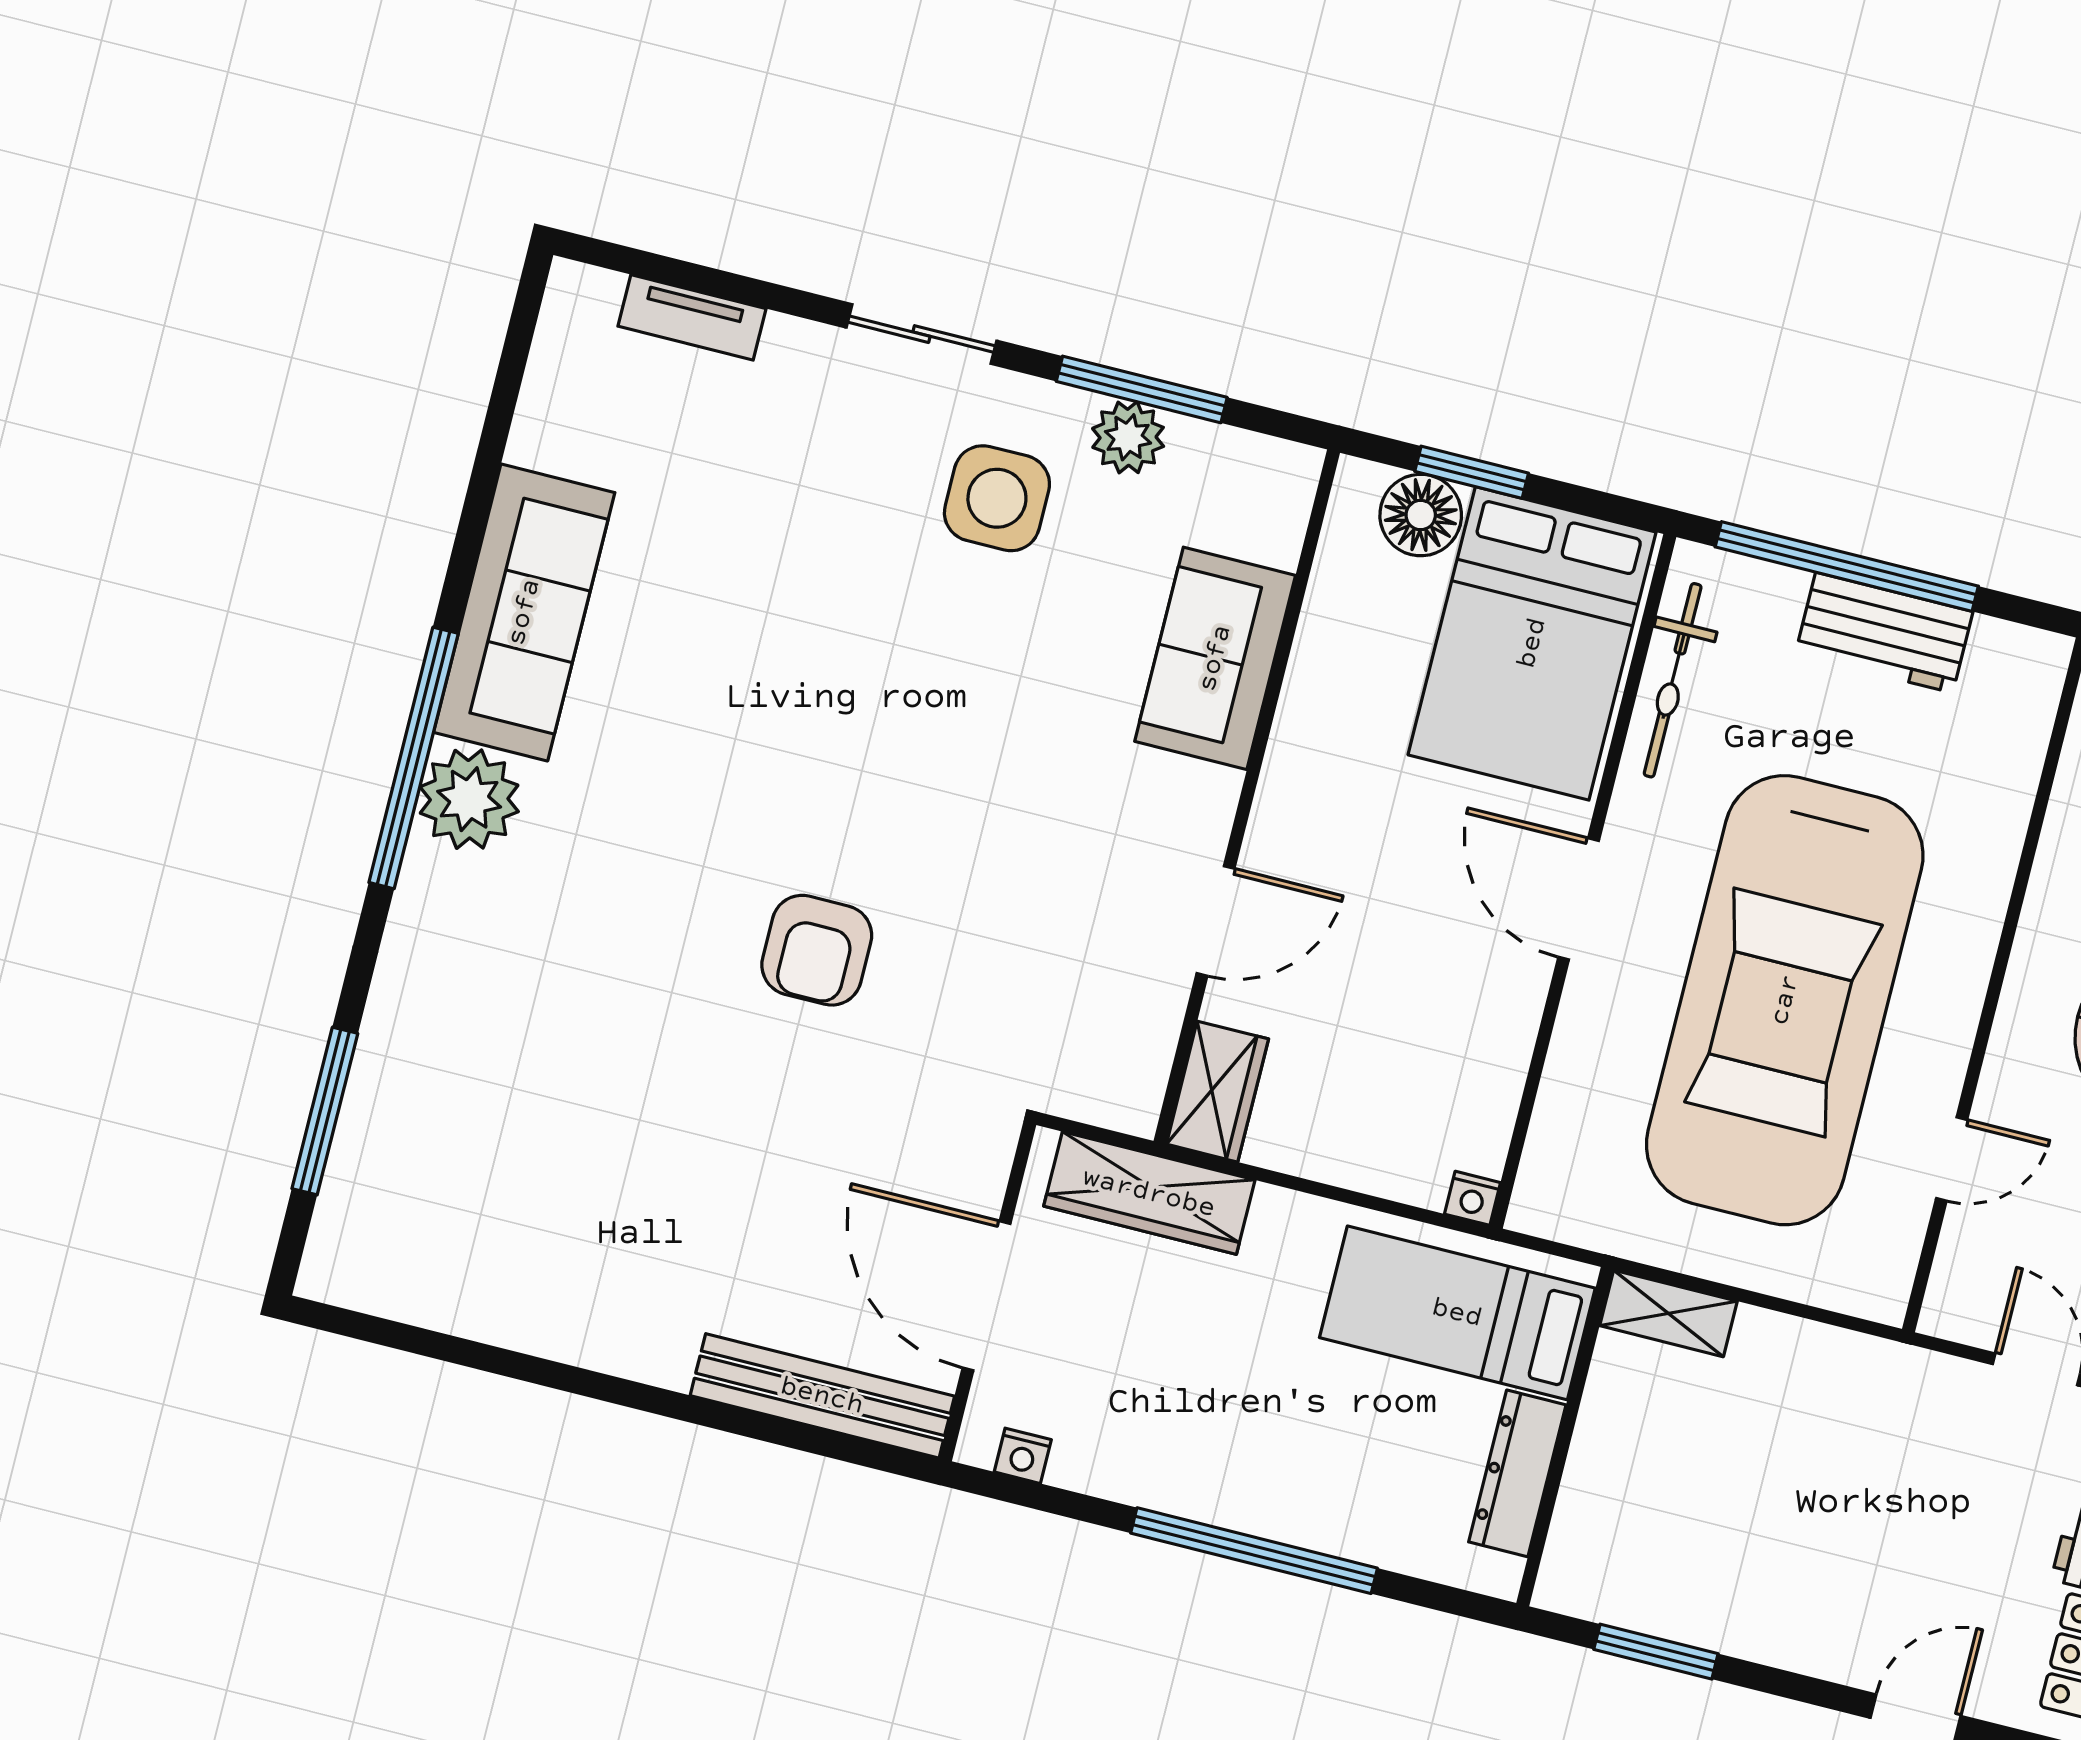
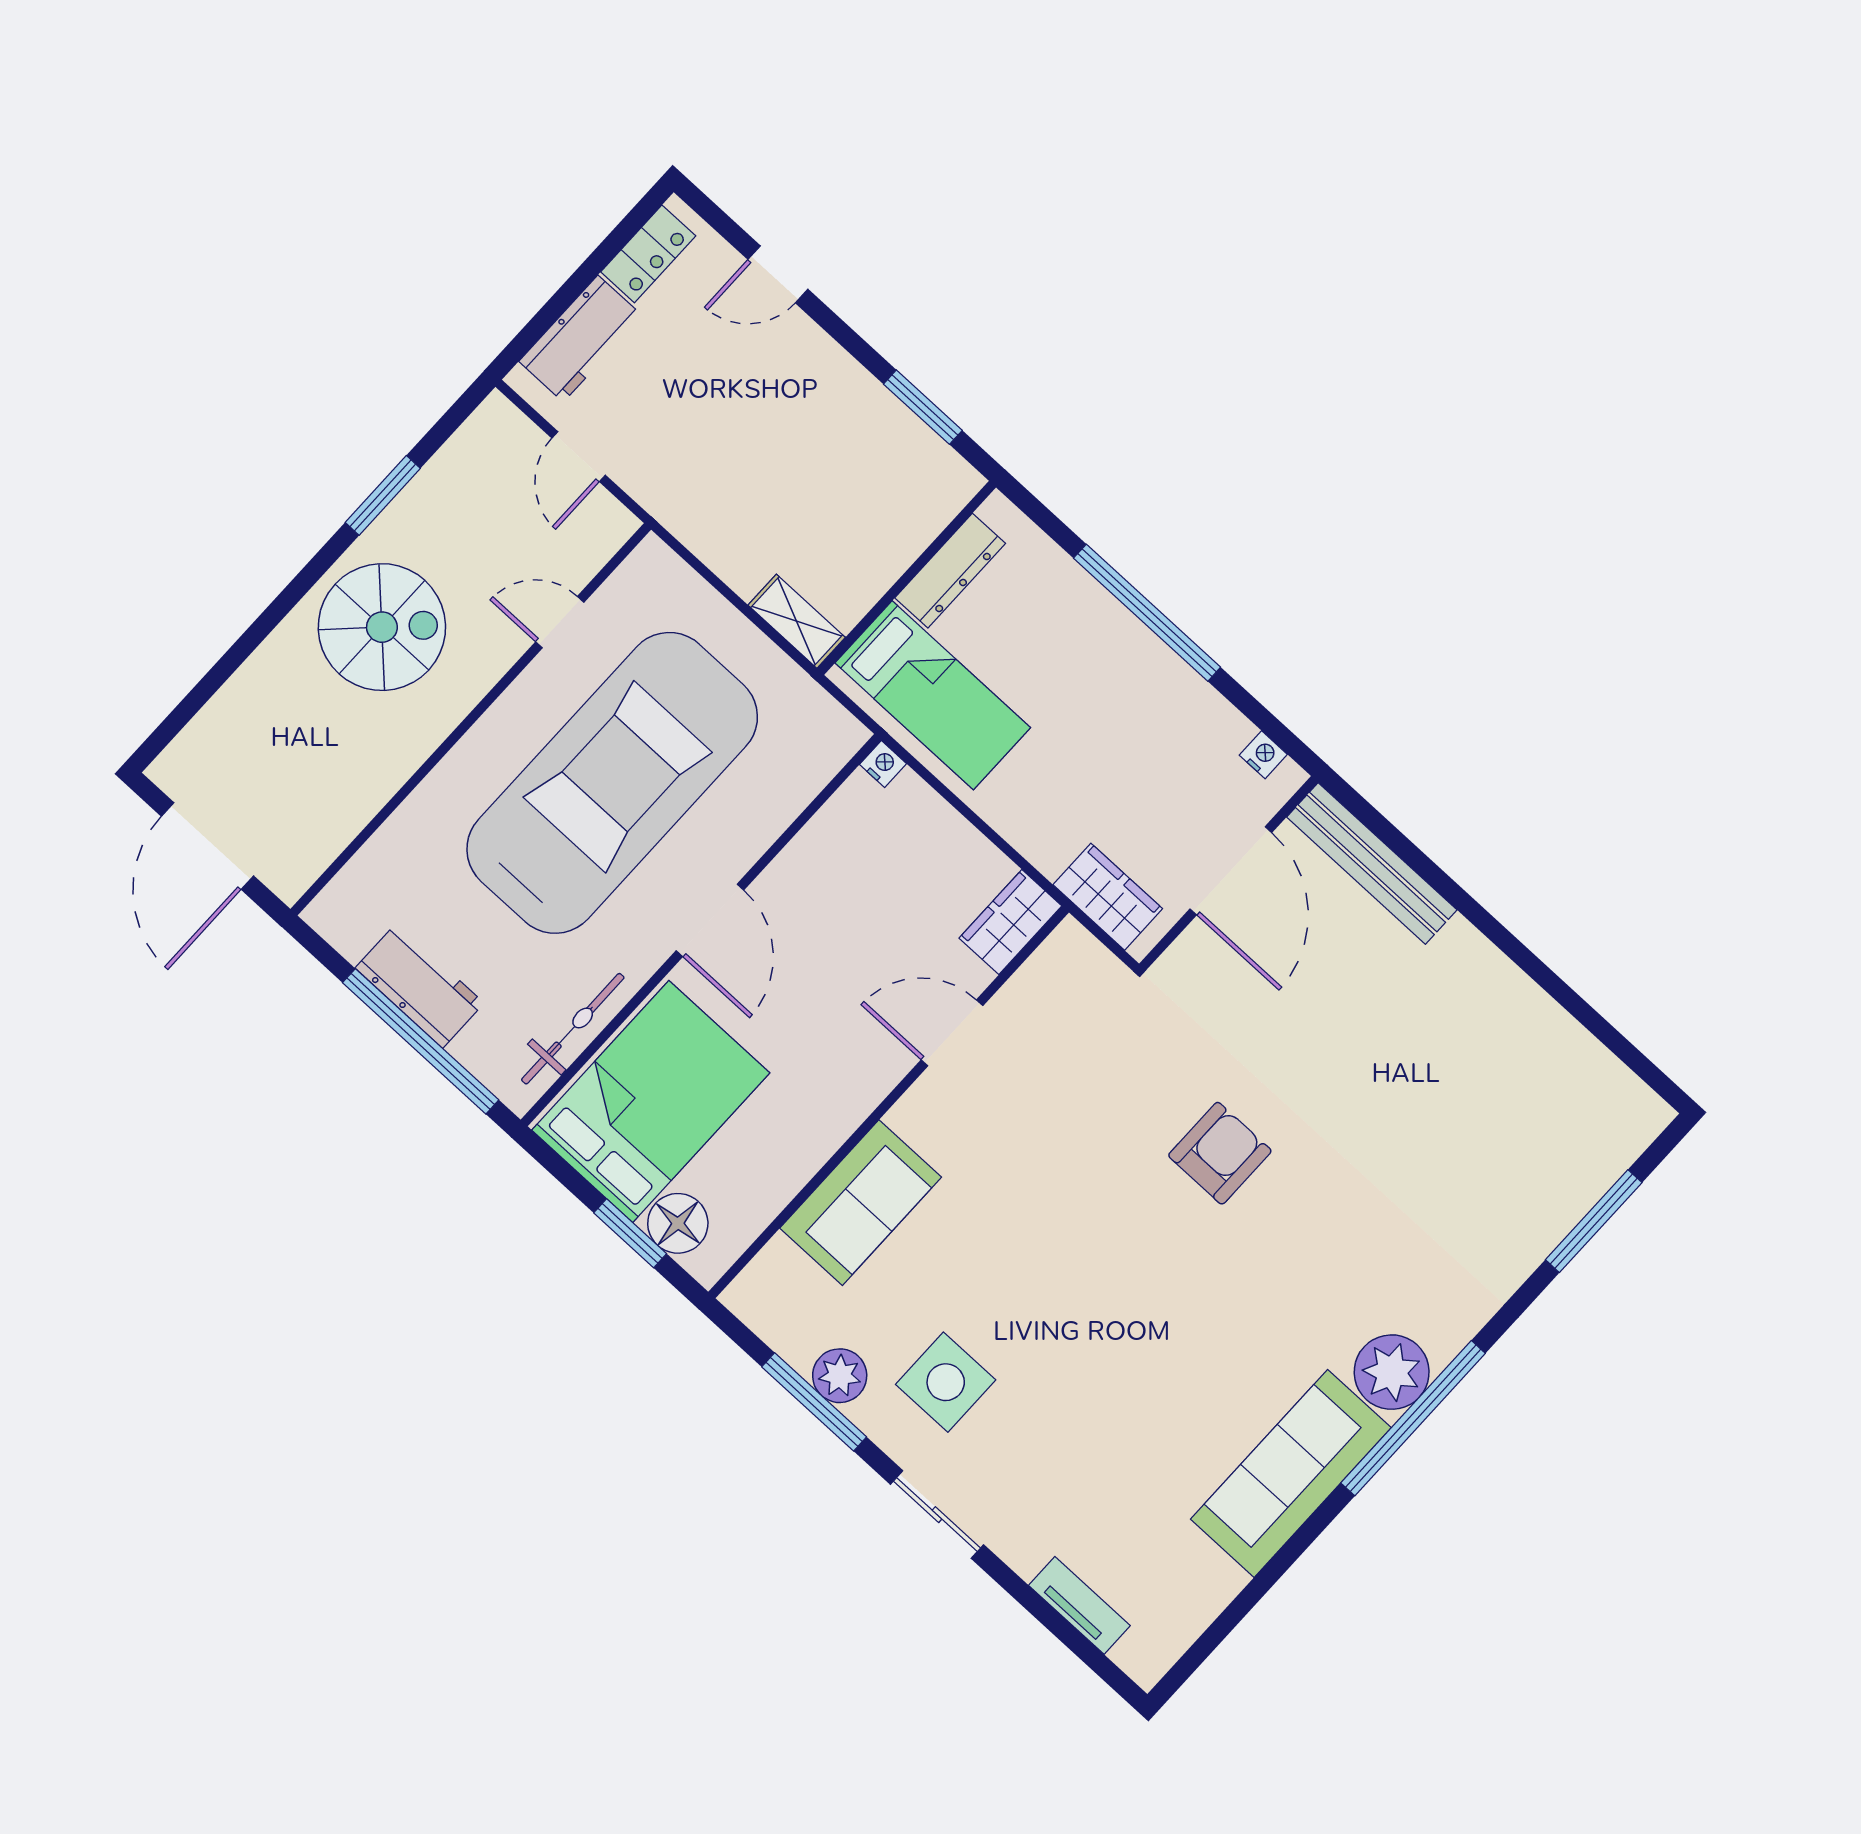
wardrobe: (1149, 1193) -> (1108, 897), width x0.67

